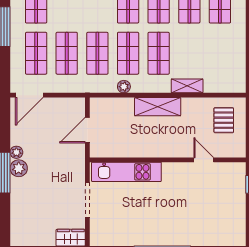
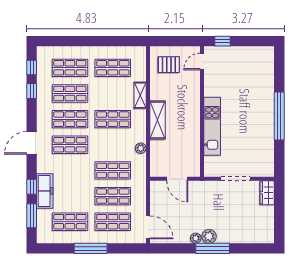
shop shelf: (128, 53) -> (113, 68), moved
door: (204, 160) -> (202, 62), moved
kitchen unit: (126, 172) -> (212, 126), moved

